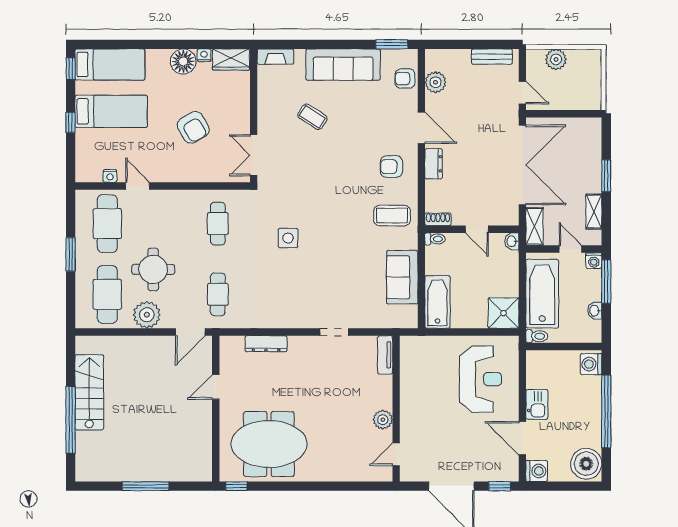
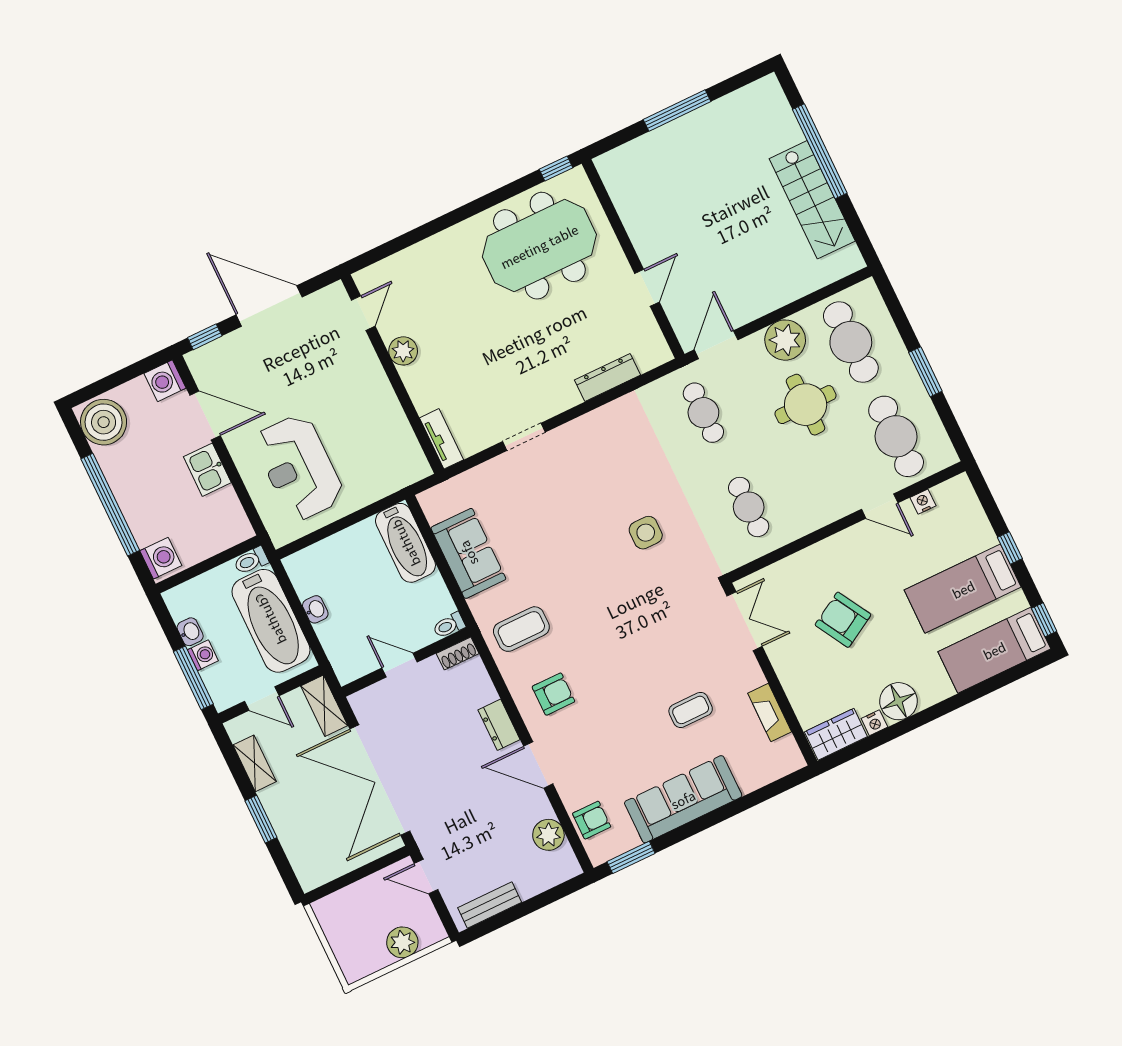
fireplace: (275, 57) -> (770, 713), moved, turned -90
coffee table: (312, 117) -> (691, 710), turned -33
washbasin: (512, 241) -> (315, 609), moved
washing machine: (594, 261) -> (203, 655), moved, turned 90
shower: (503, 313) -> (310, 570), removed

